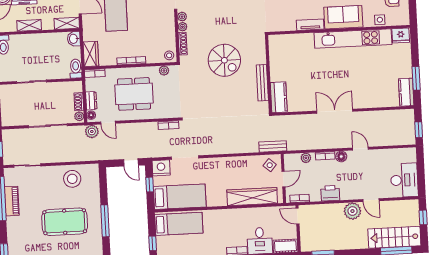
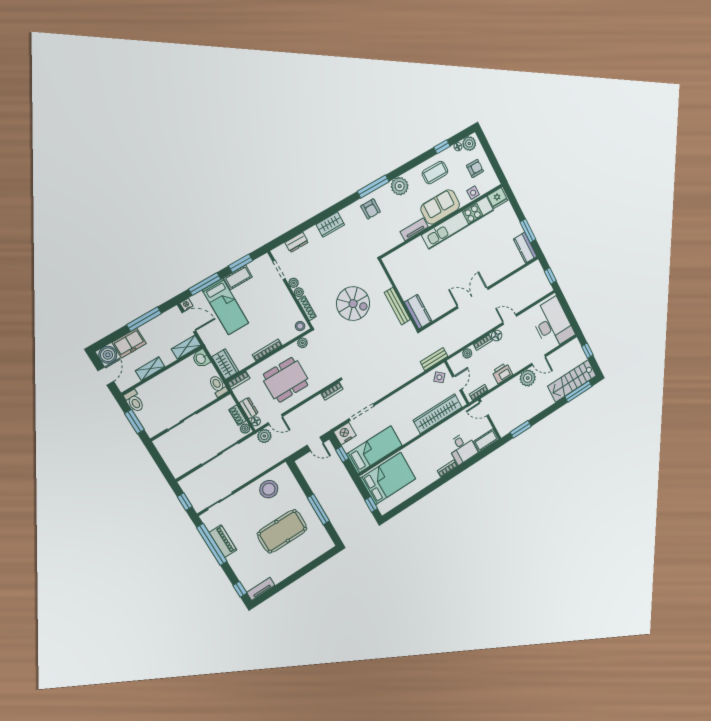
desk: (404, 180) -> (552, 324), width x1.36, depth x1.30
bed: (179, 224) -> (388, 478), width x1.50

